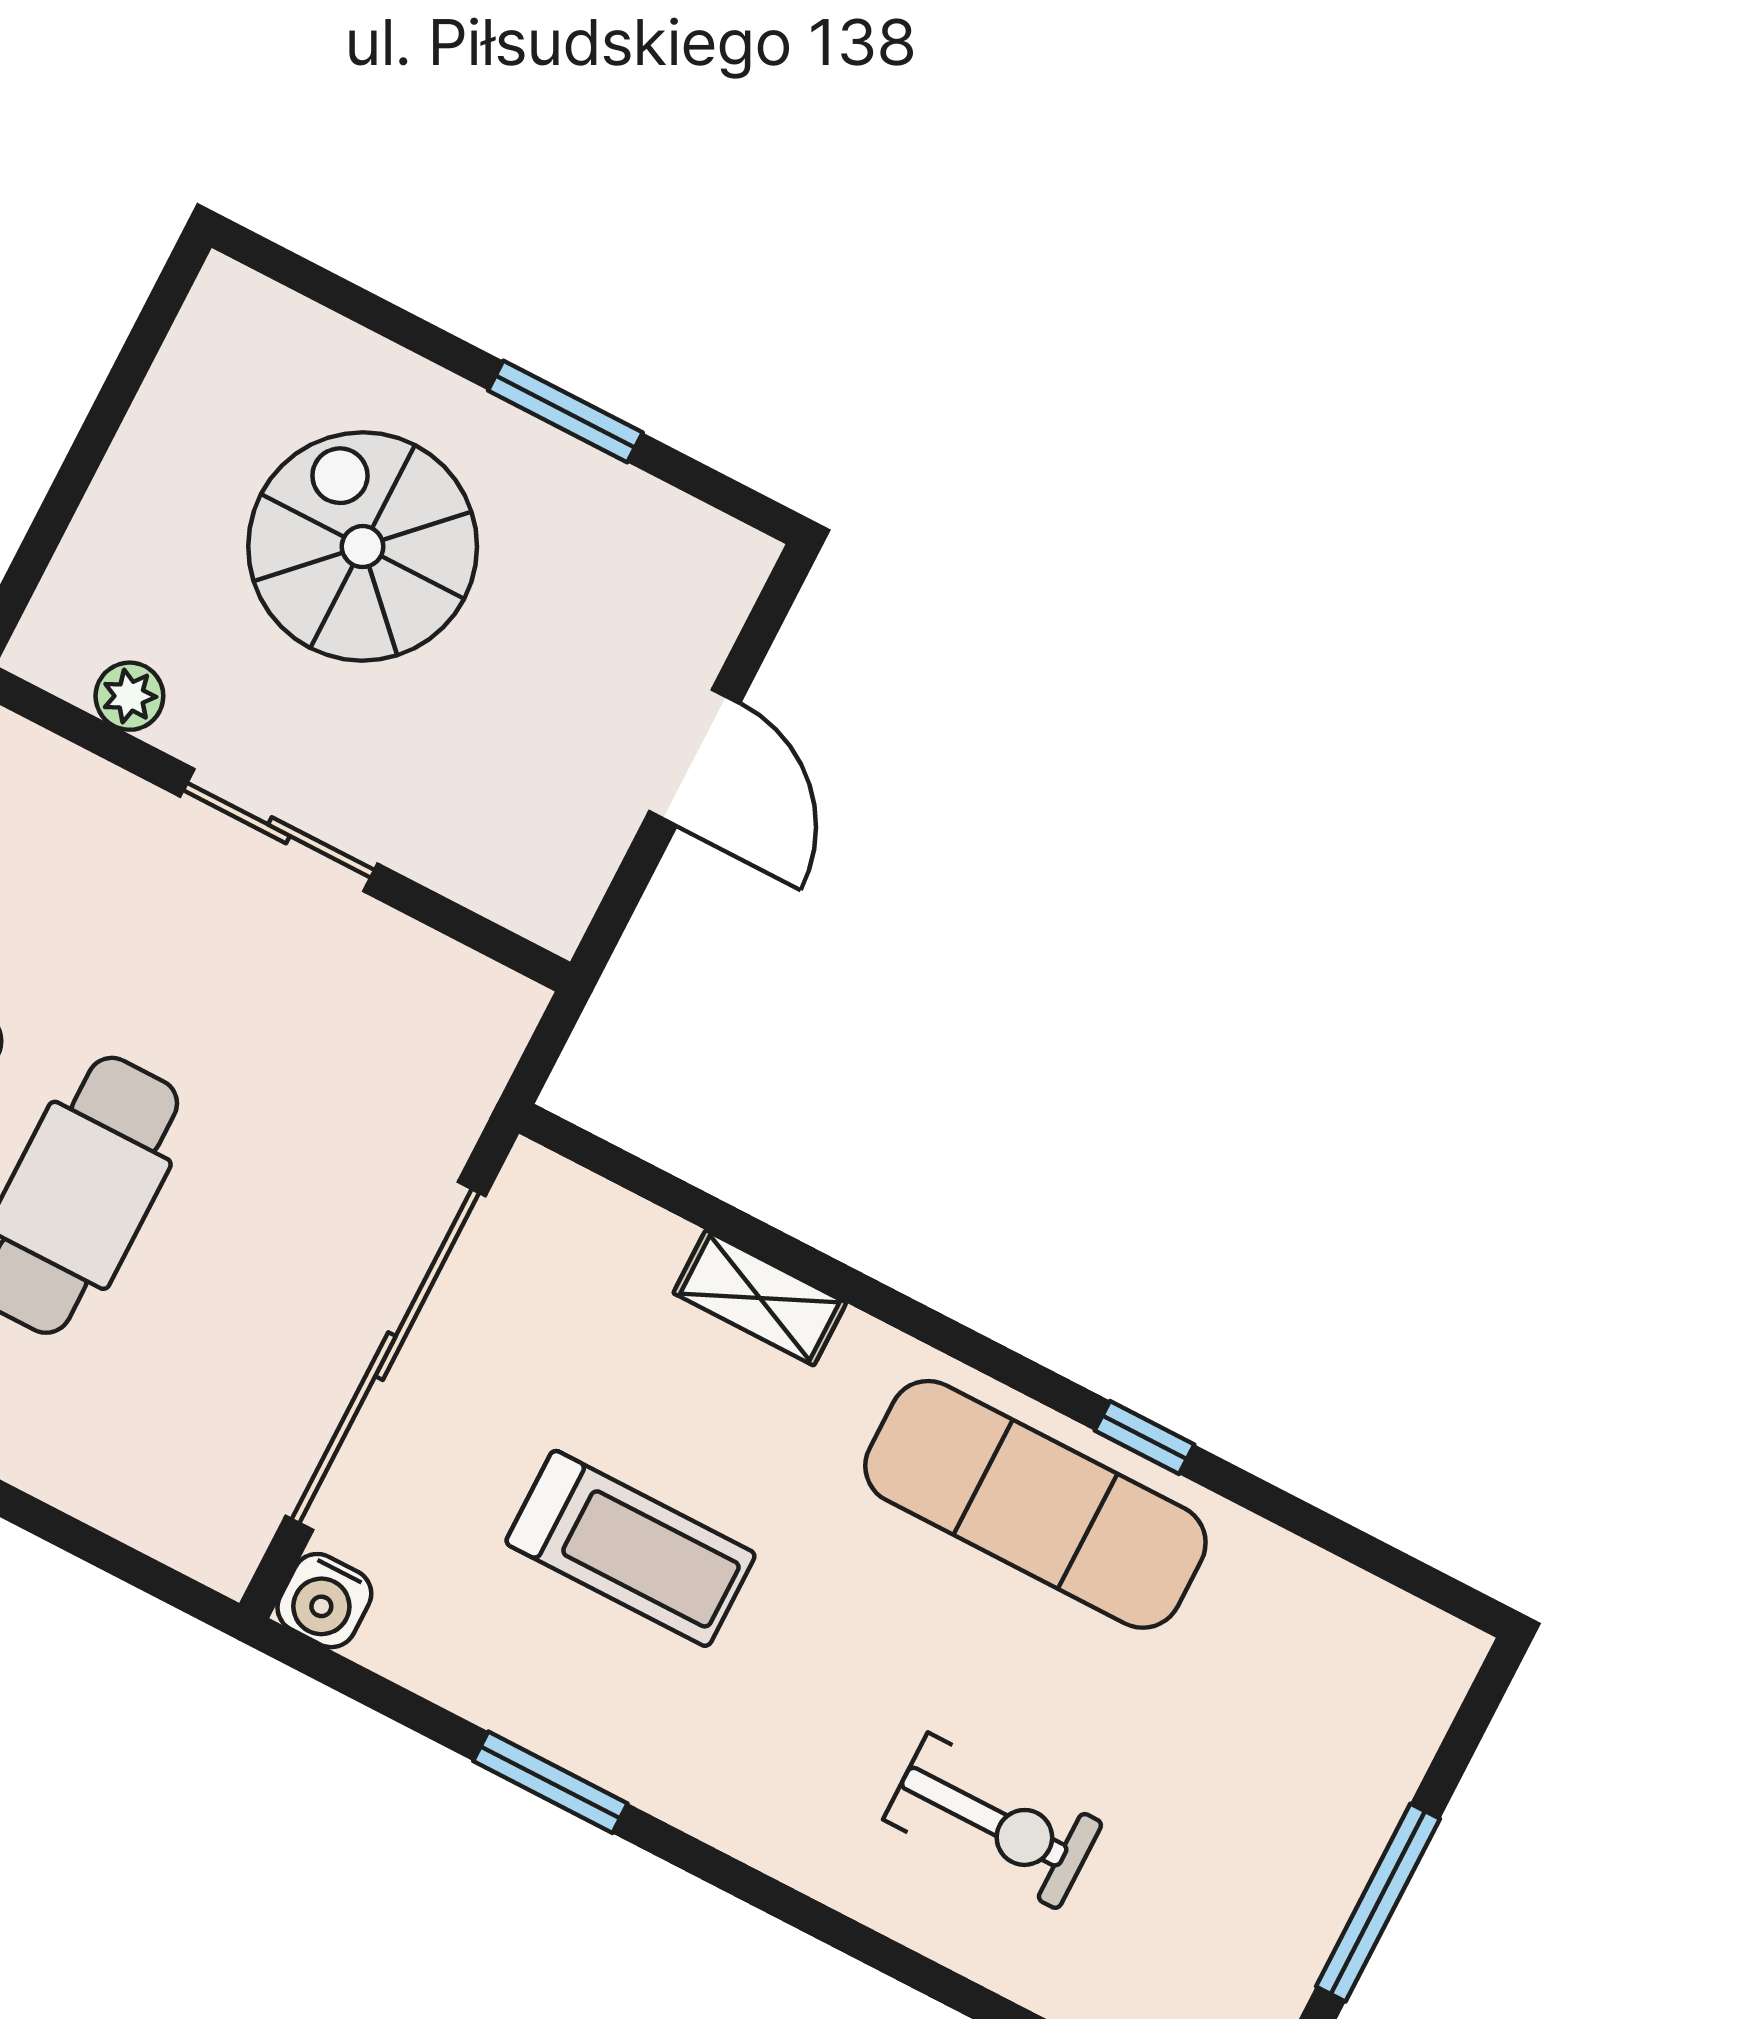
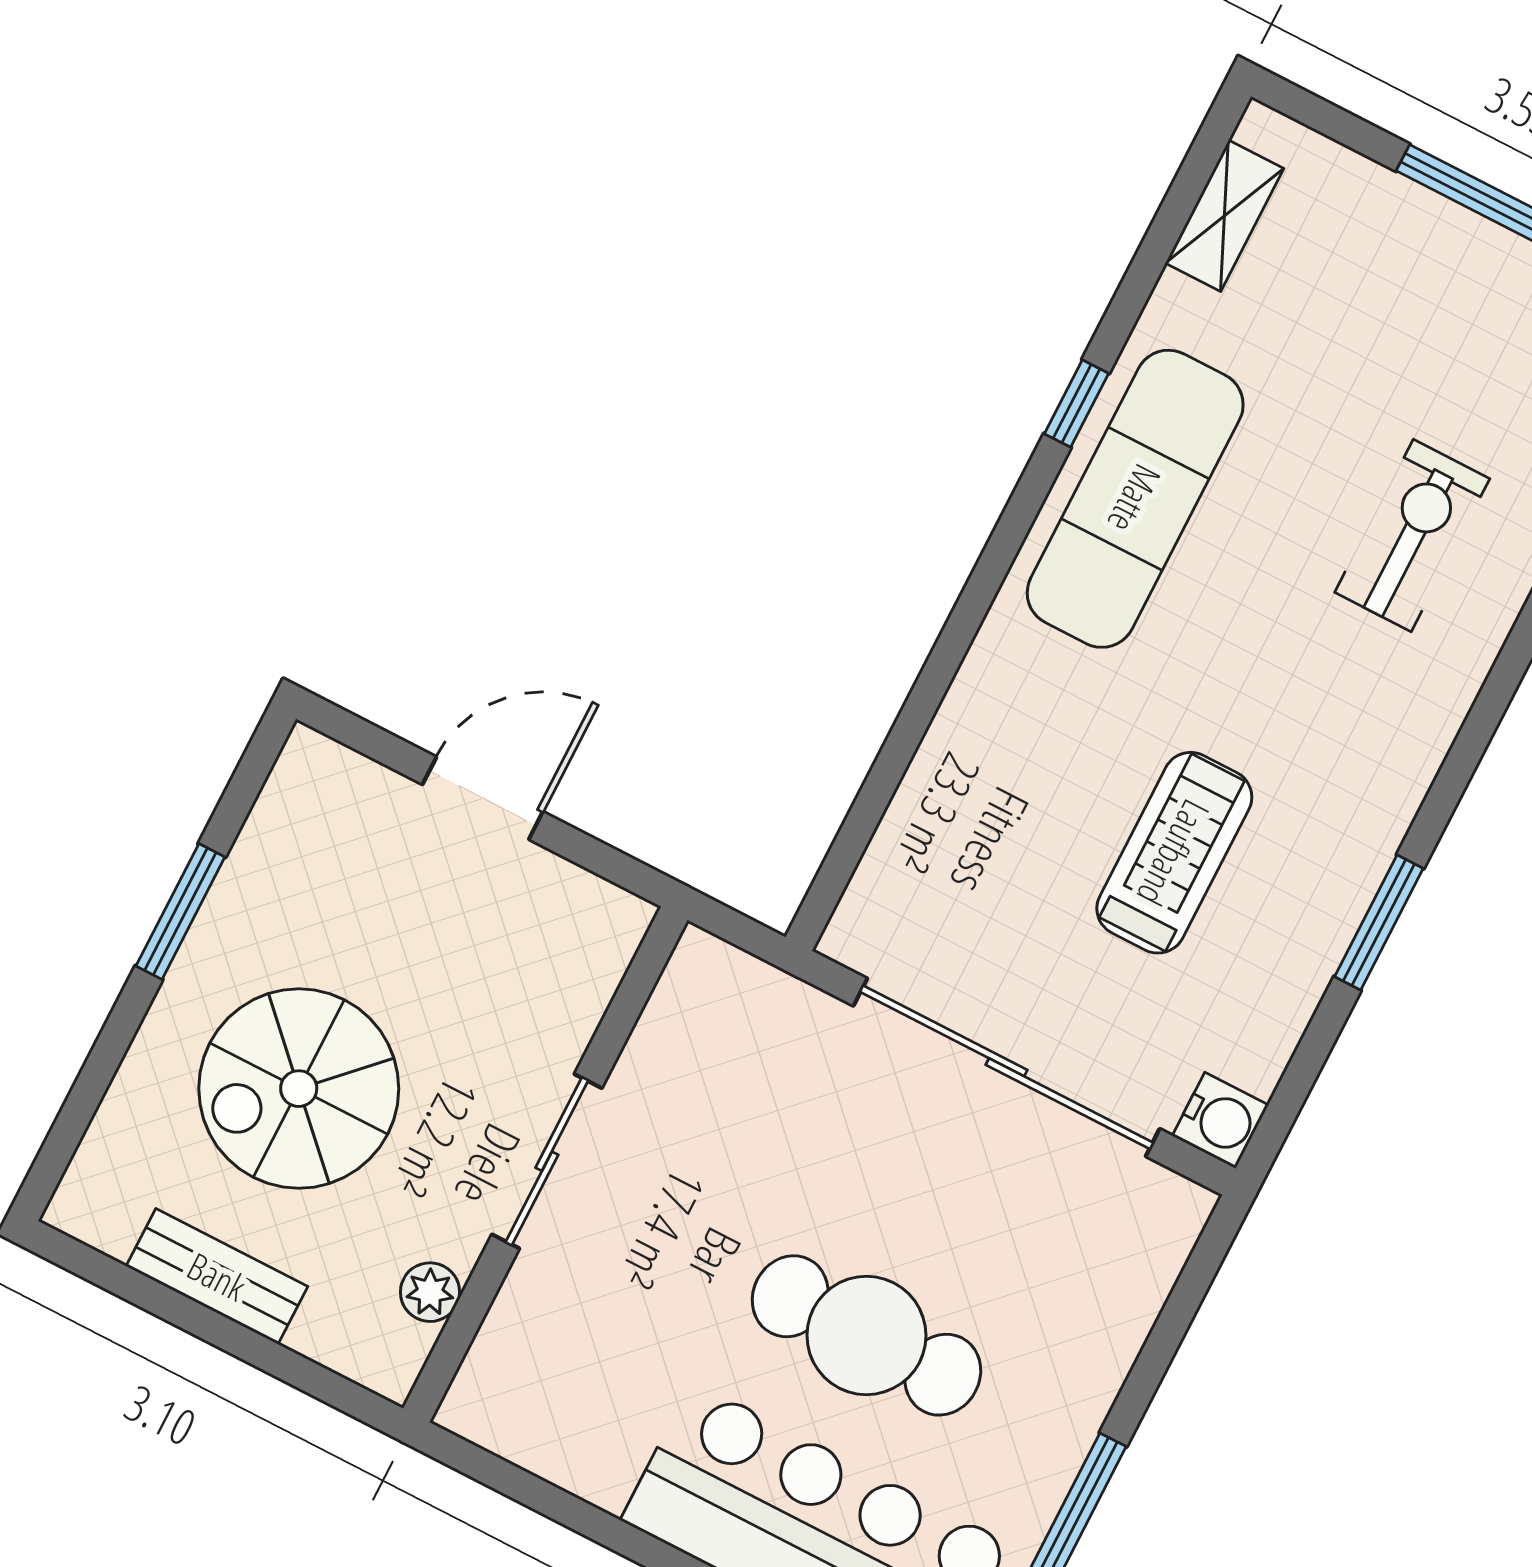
bench: (148, 452) -> (217, 1276), added
shelving: (760, 1298) -> (1225, 216), moved

